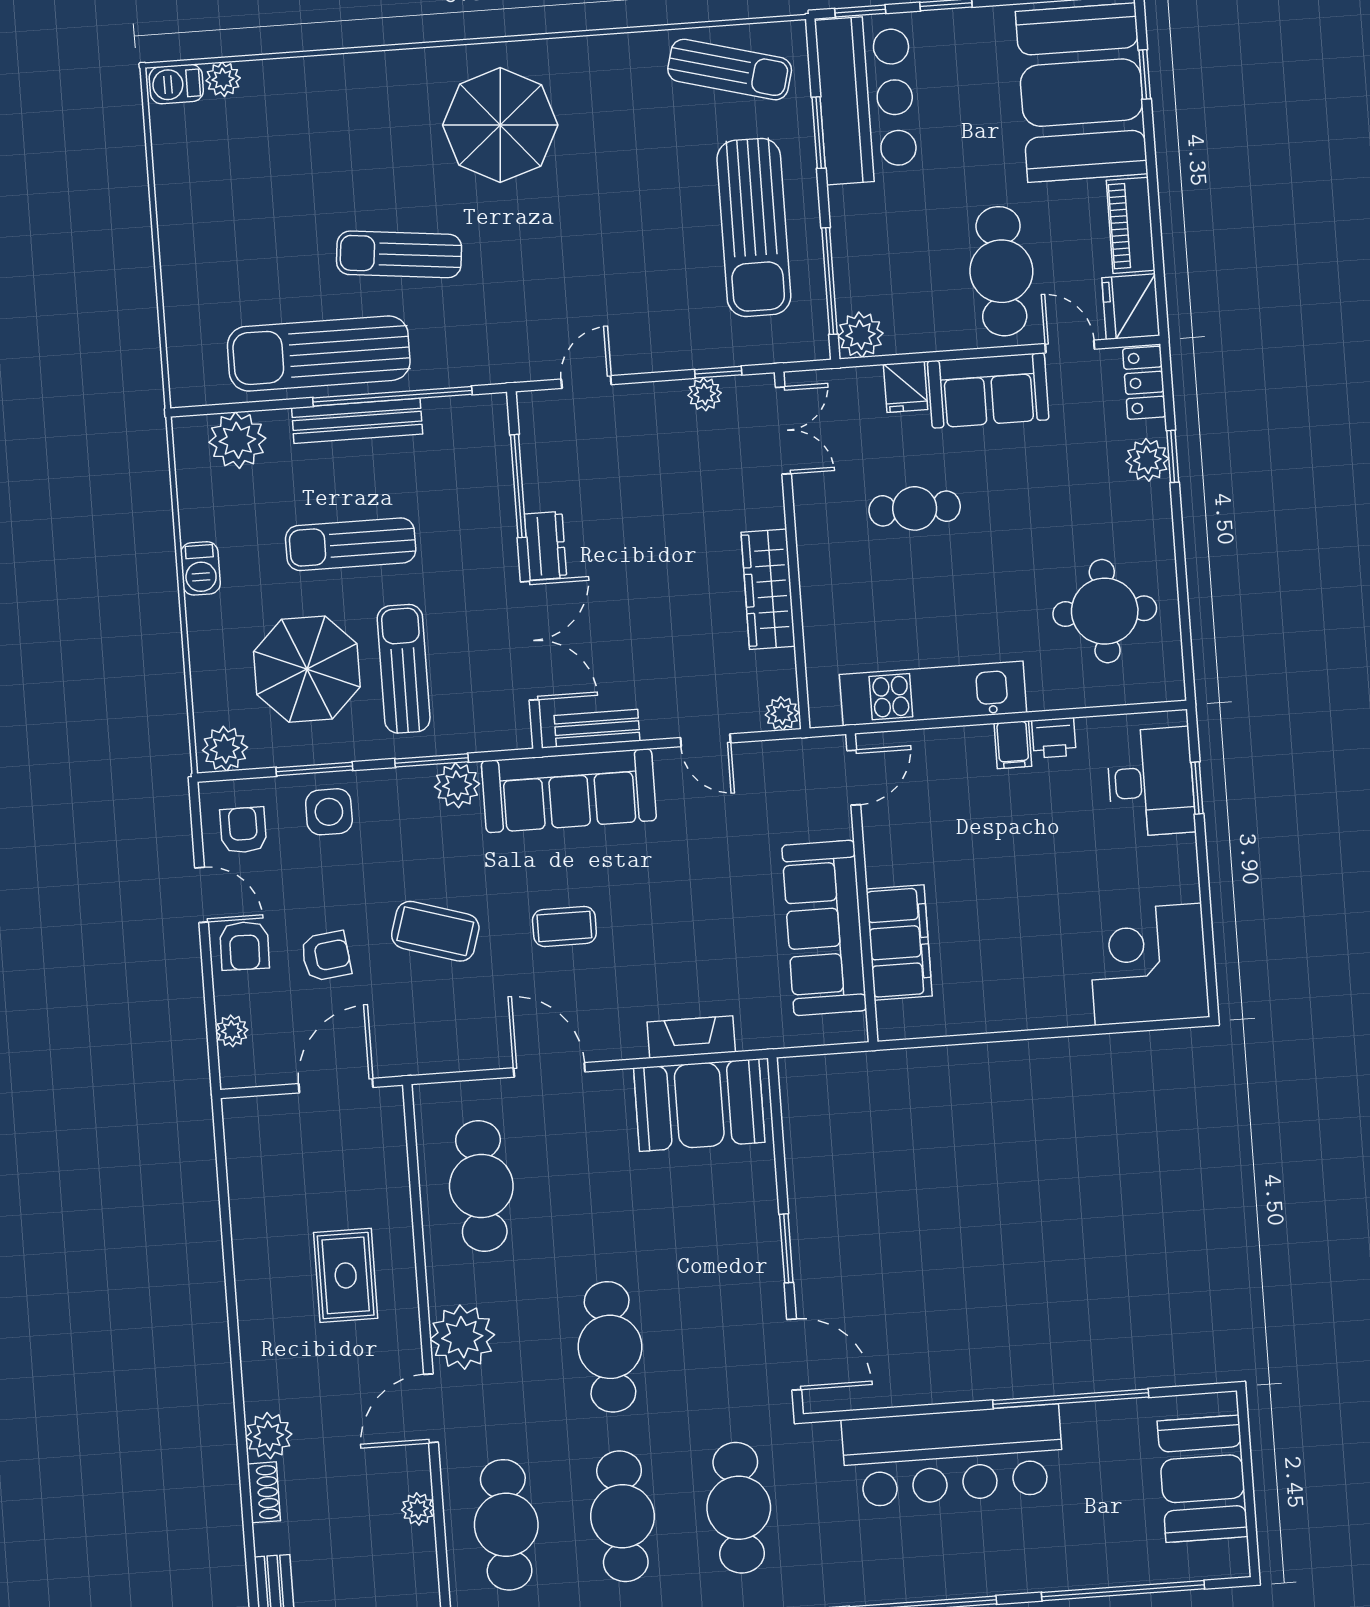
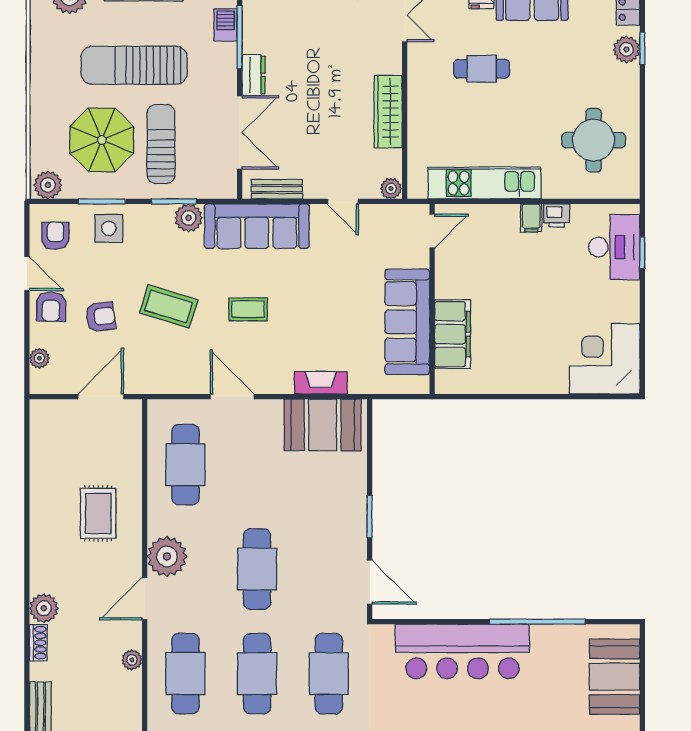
sun lounger: (351, 544) -> (134, 65), width x1.36, depth x1.34
barbecue: (200, 568) -> (226, 25), moved, turned 180

